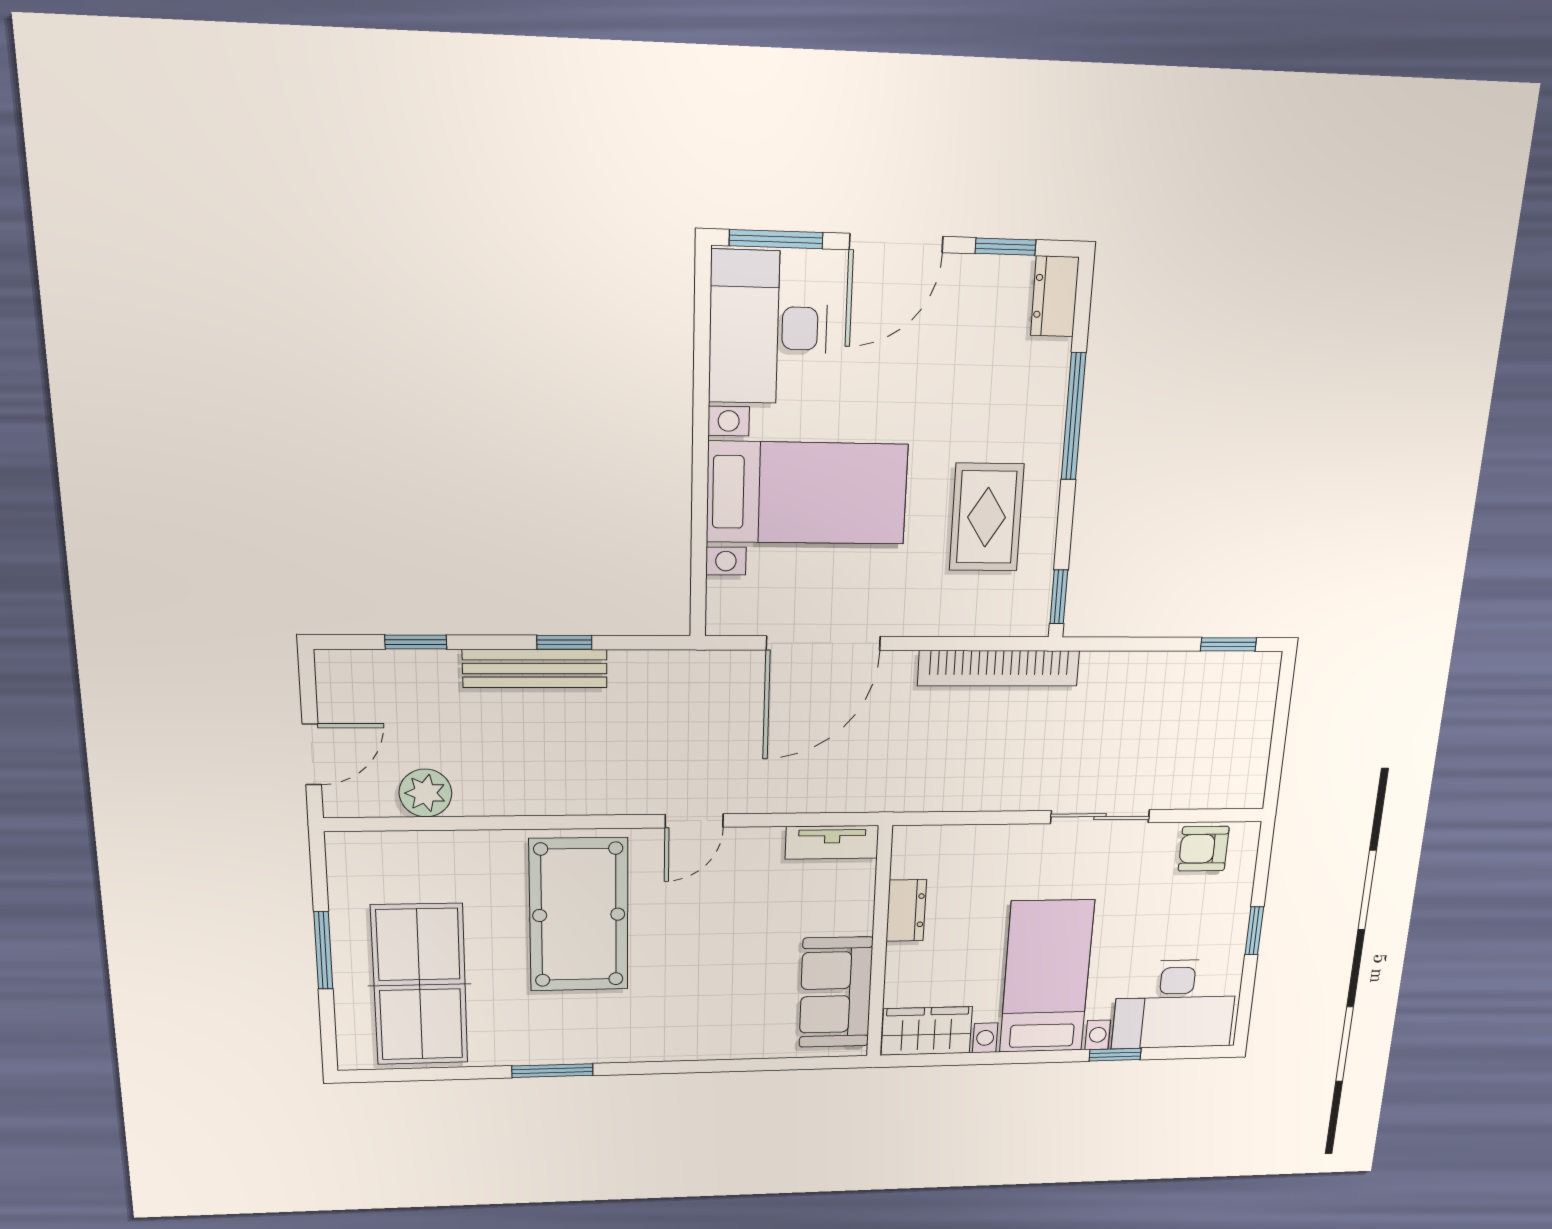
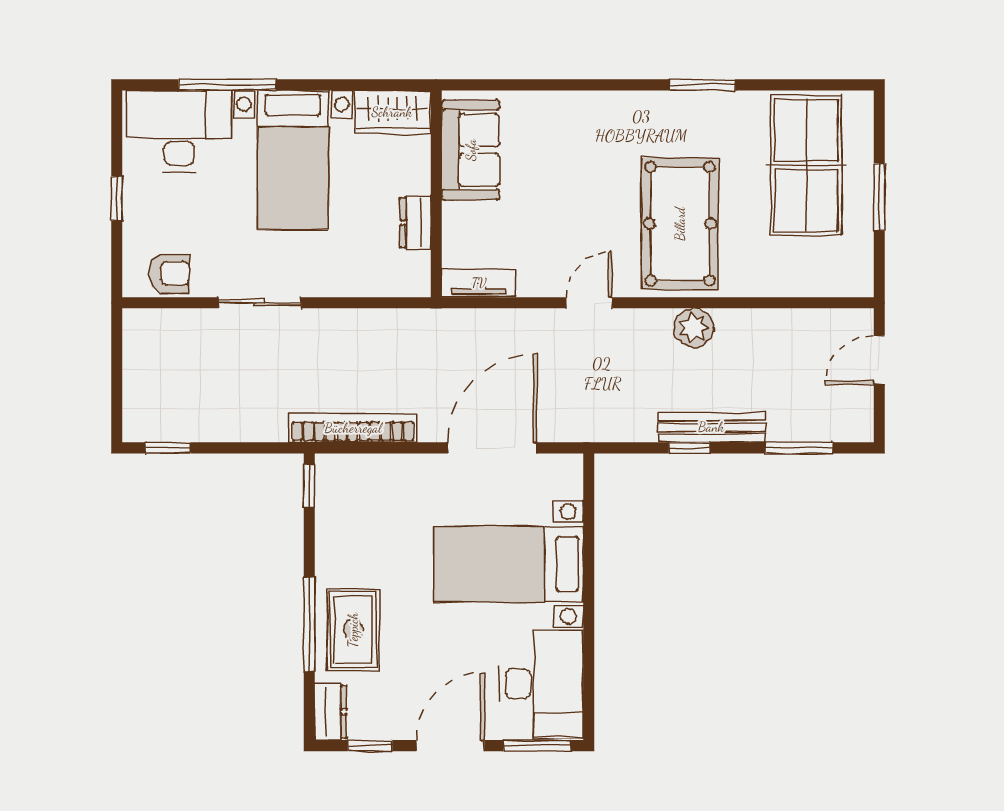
rug: (987, 517) -> (353, 630), moved
window: (416, 642) -> (799, 448), width x1.50
plant: (425, 793) -> (694, 328), moved
window: (1115, 1055) -> (227, 85), width x2.17

